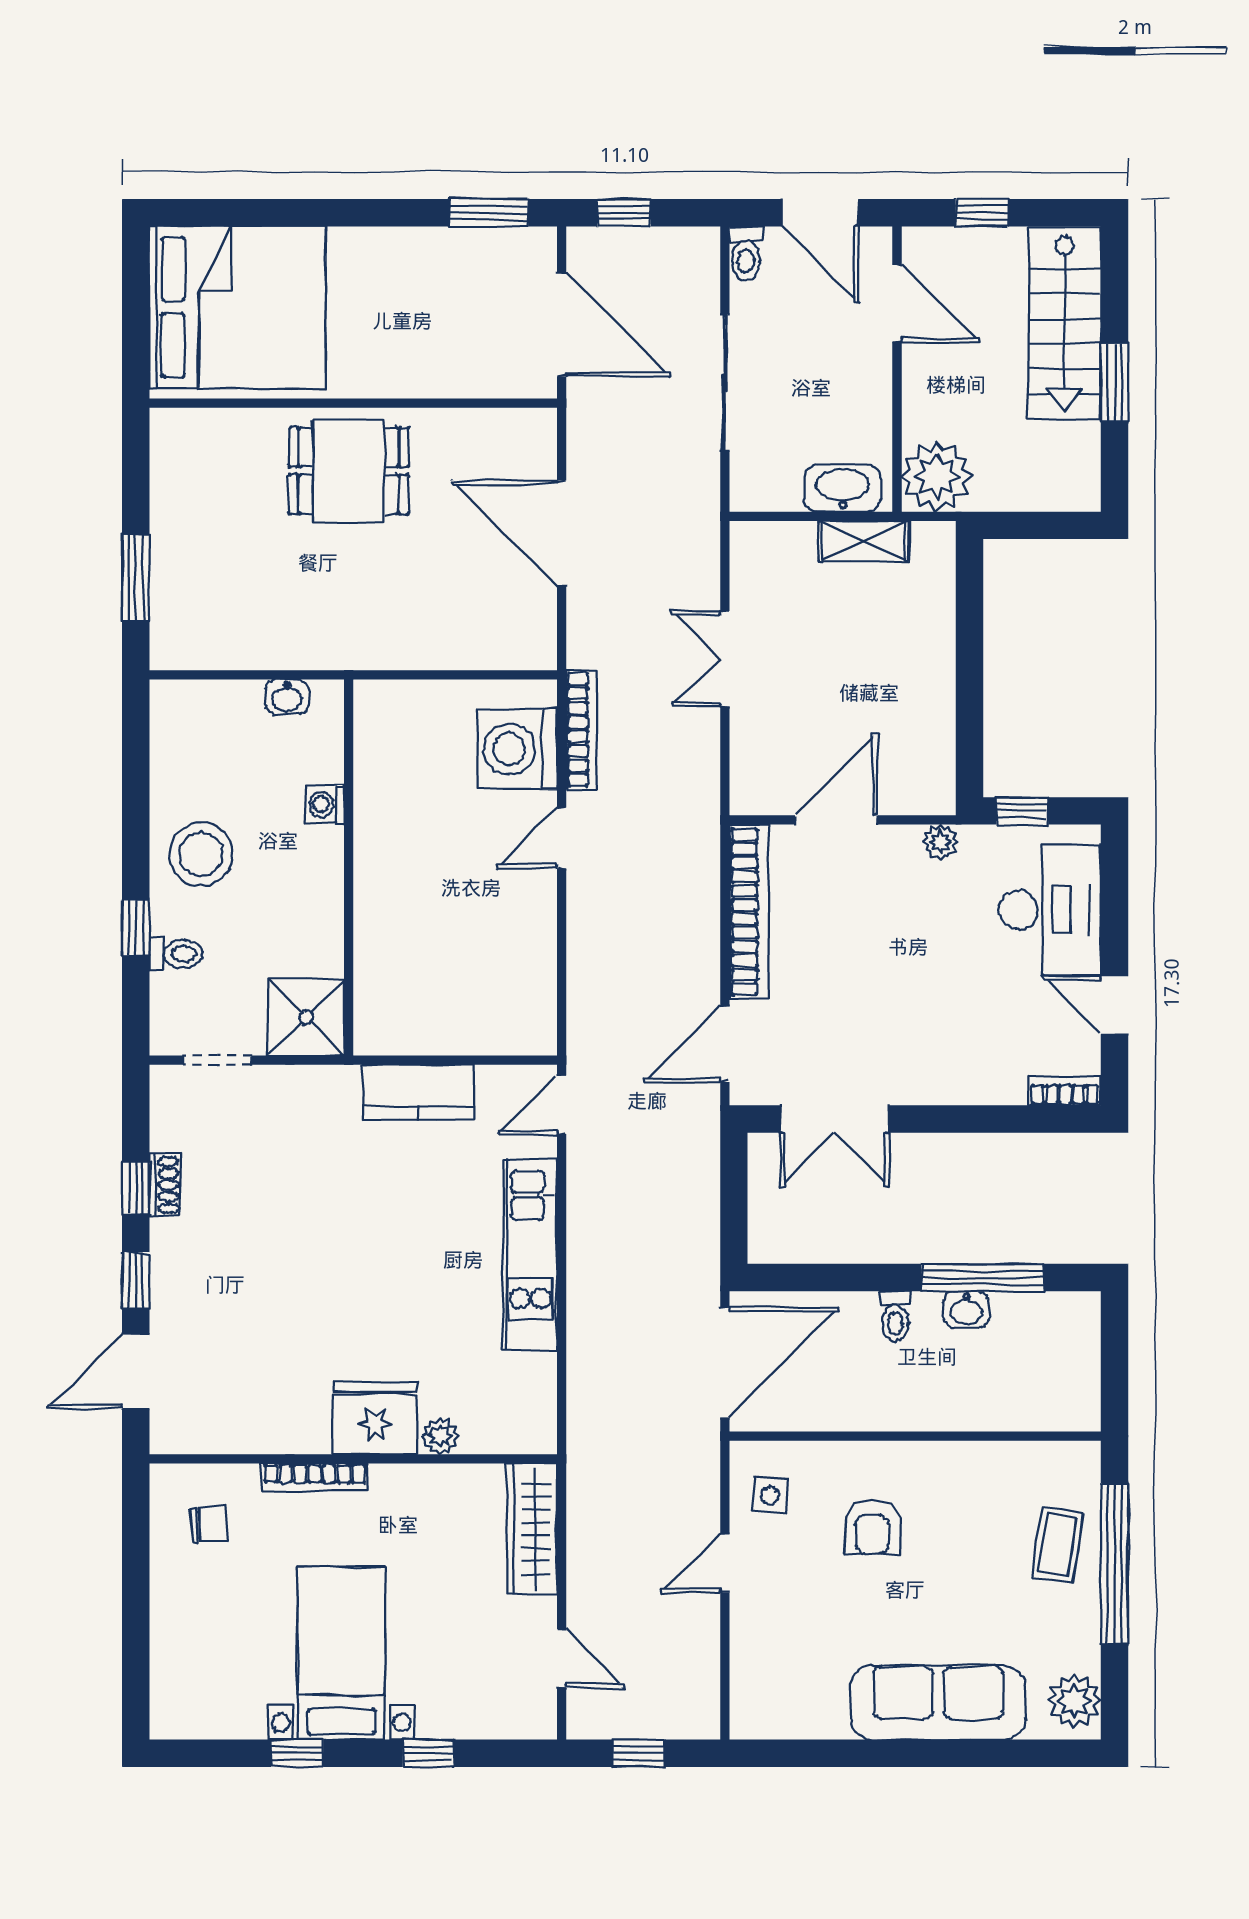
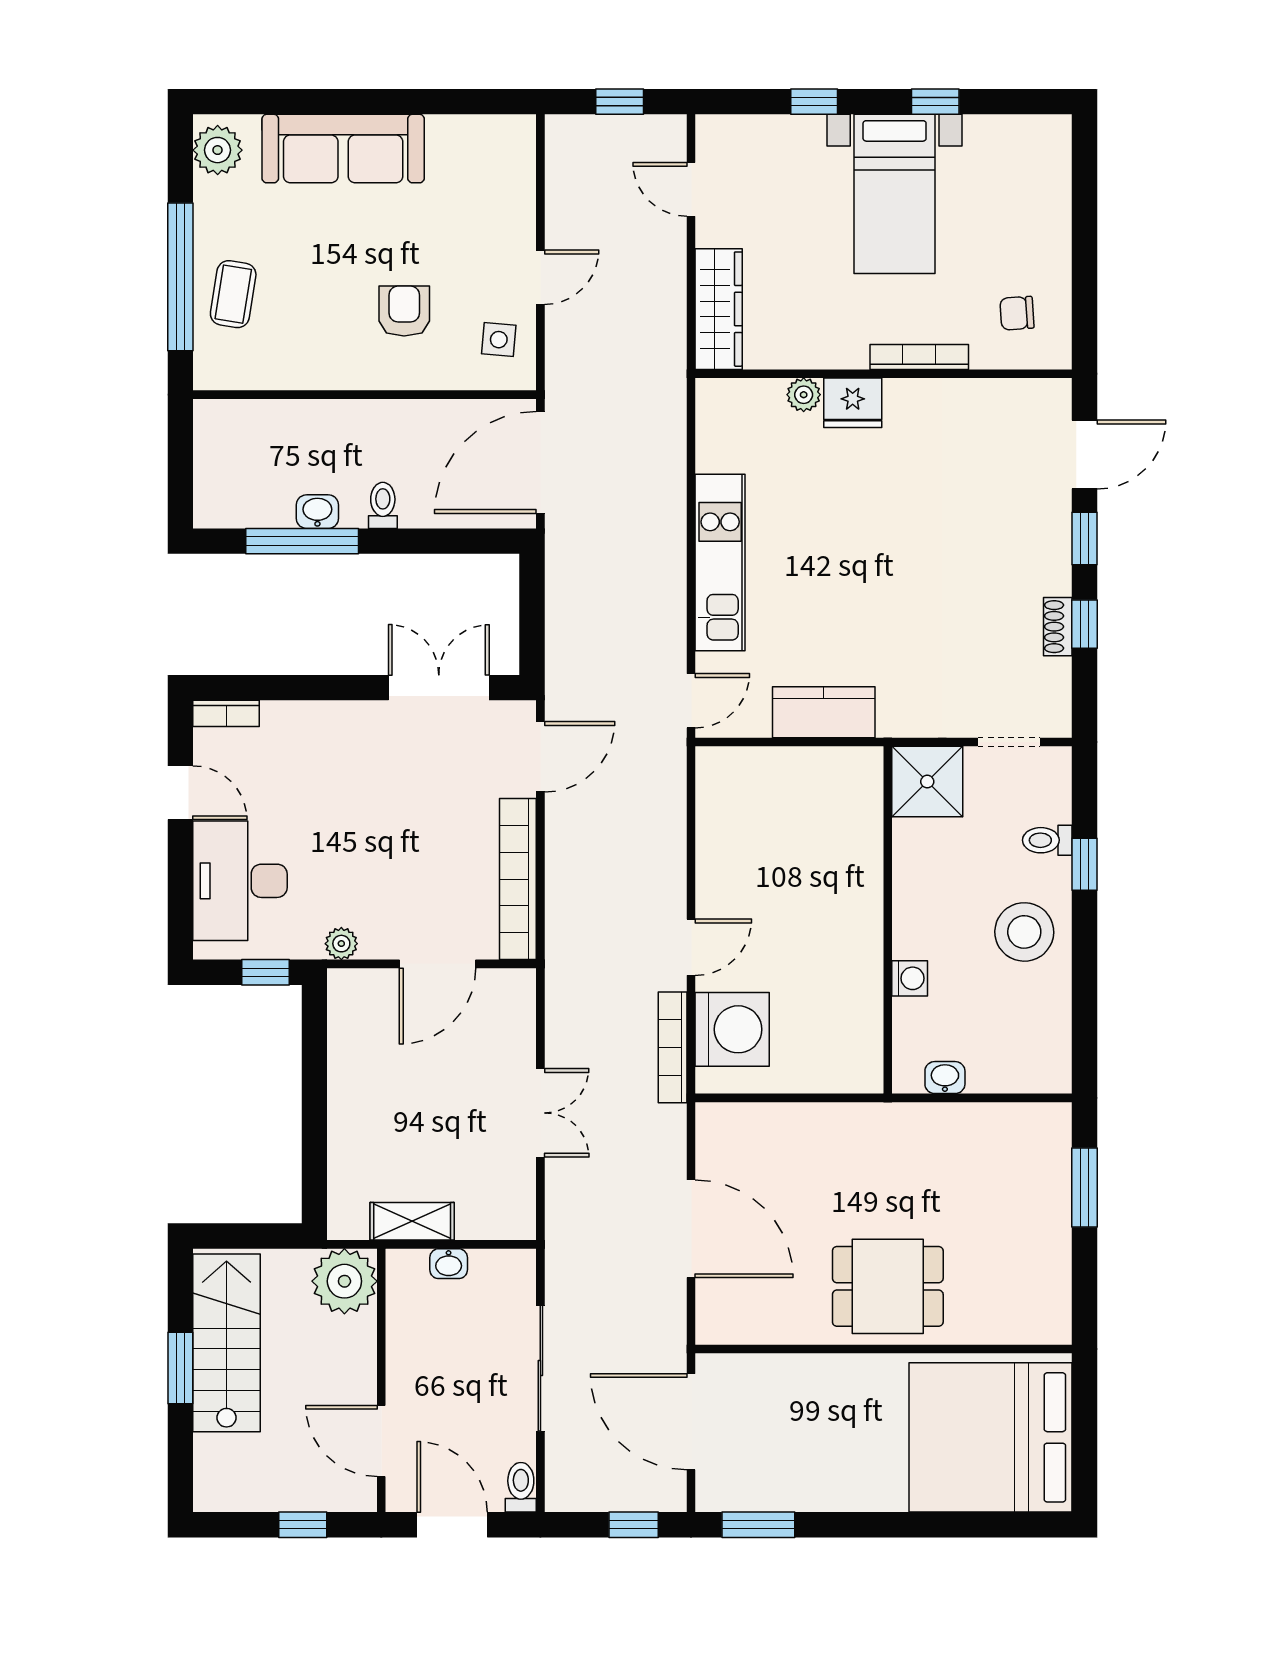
stairs: (1065, 323) -> (226, 1343), moved
washbasin: (843, 488) -> (449, 1264), width x0.52, depth x0.69
fridge: (375, 1418) -> (853, 403), width x0.73, depth x0.75

